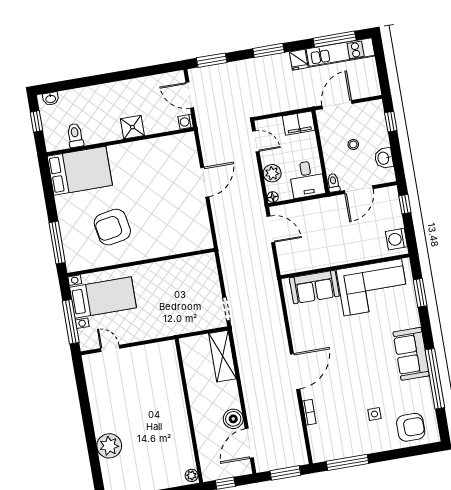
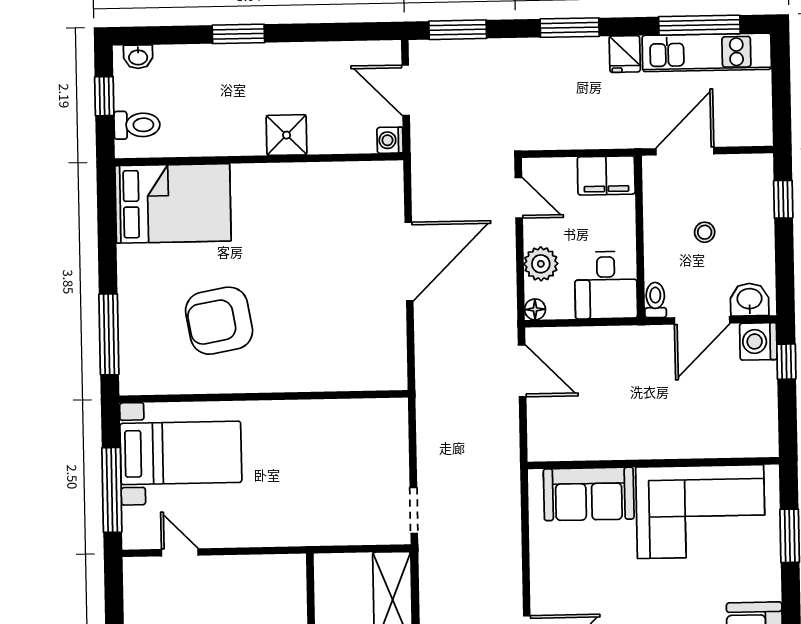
window: (100, 79) -> (238, 34), added
toilet: (75, 135) -> (137, 125), moved, turned 90
washbasin: (384, 158) -> (750, 300), moved, turned 90
door: (205, 182) -> (409, 262), width x1.36
washing machine: (396, 239) -> (758, 341), moved

